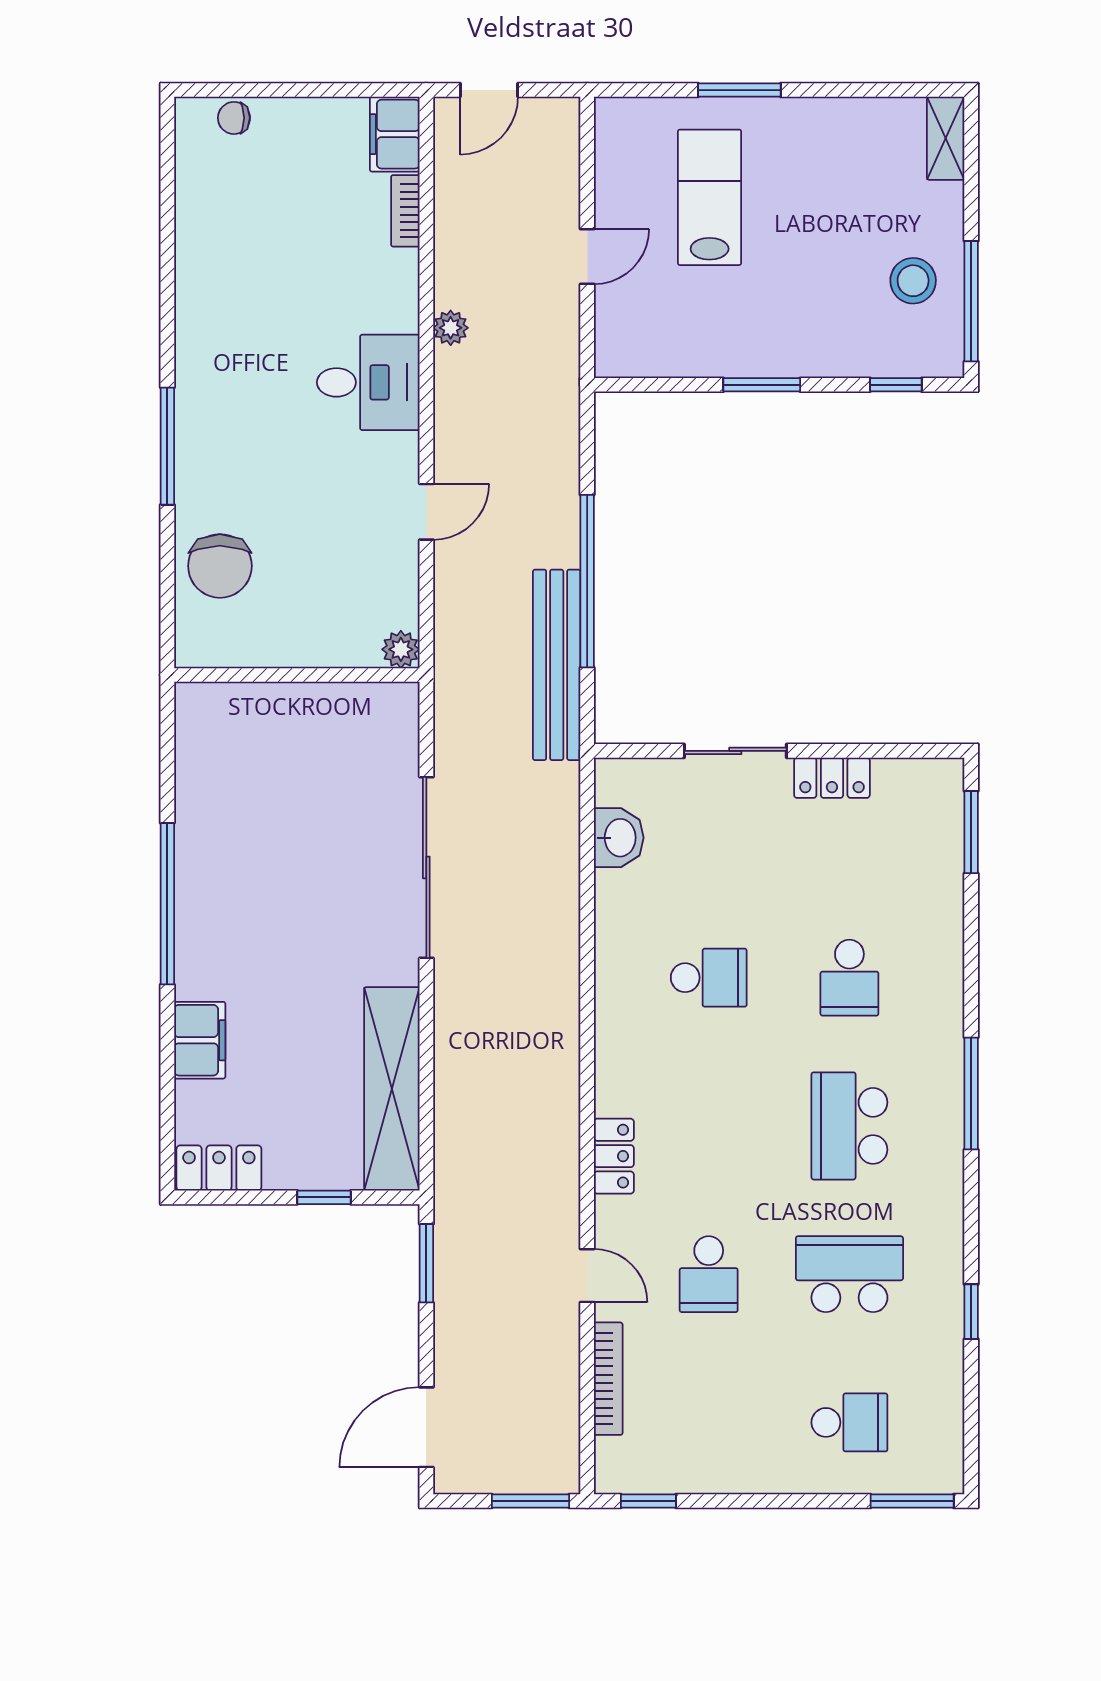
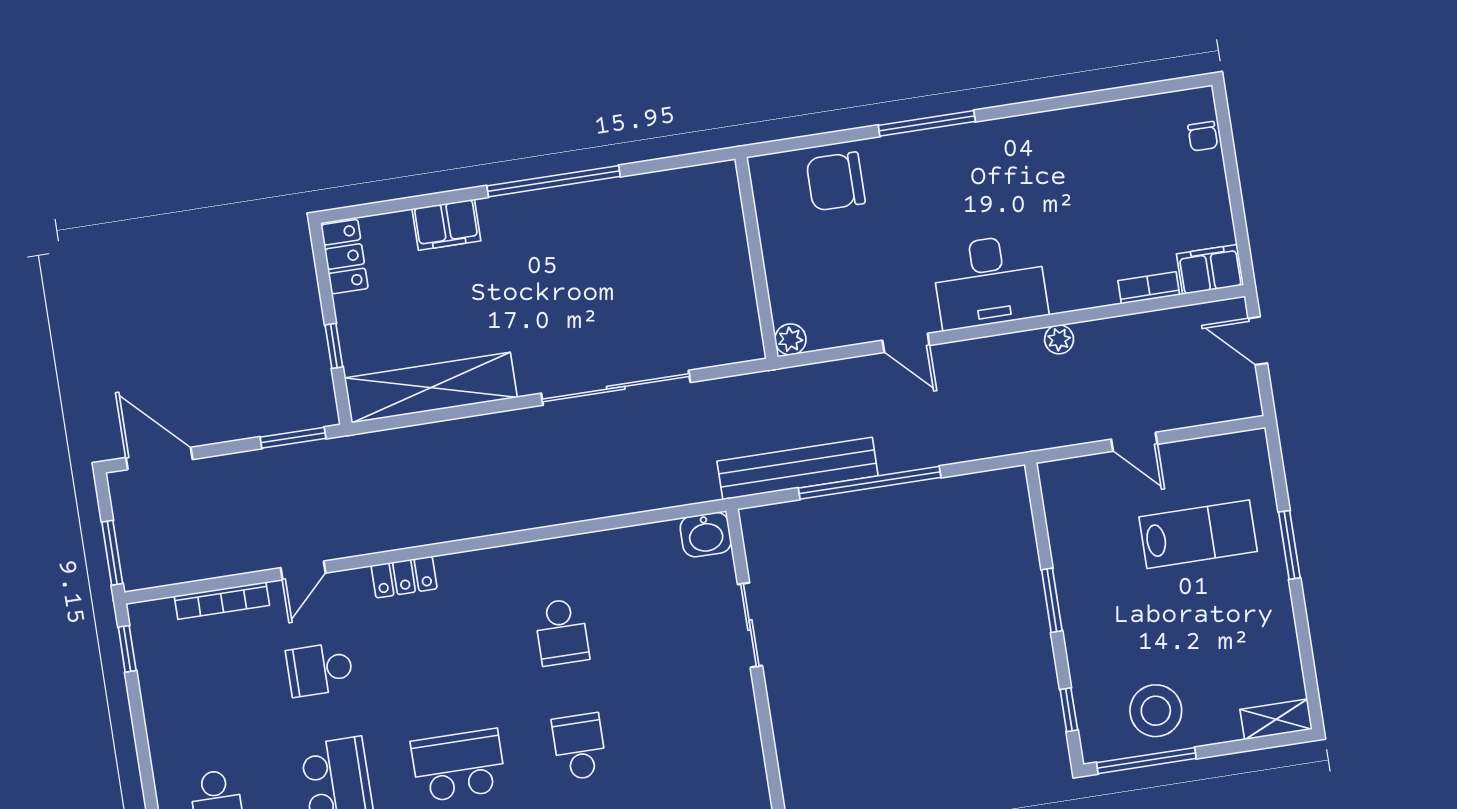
chair: (234, 118) -> (1203, 136), turned 180
stool: (913, 281) -> (1156, 711), width x1.38, depth x1.38
desk: (368, 382) -> (990, 281), width x1.37
locker: (832, 778) -> (740, 707), removed
washbasin: (619, 838) -> (706, 535), moved
school desk: (849, 978) -> (579, 747), turned 90

